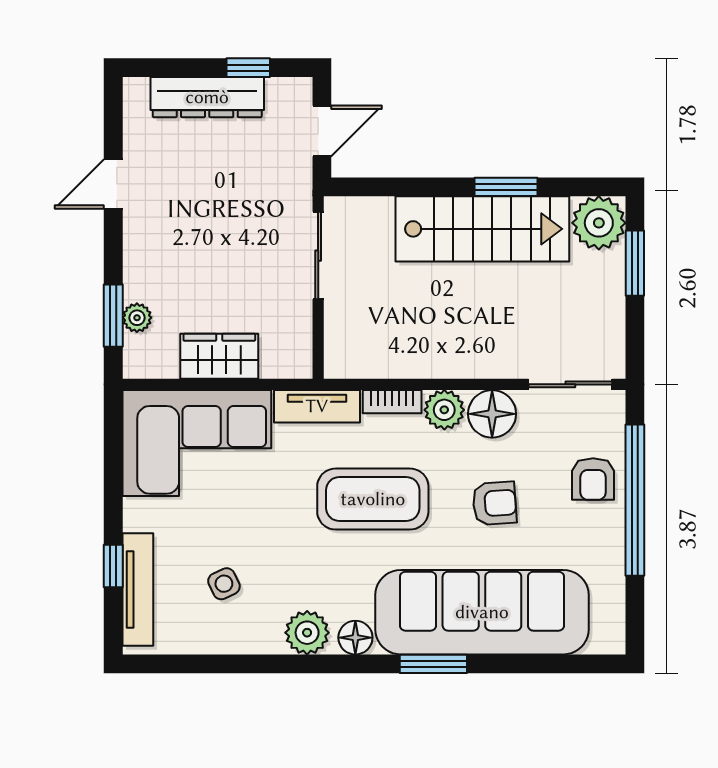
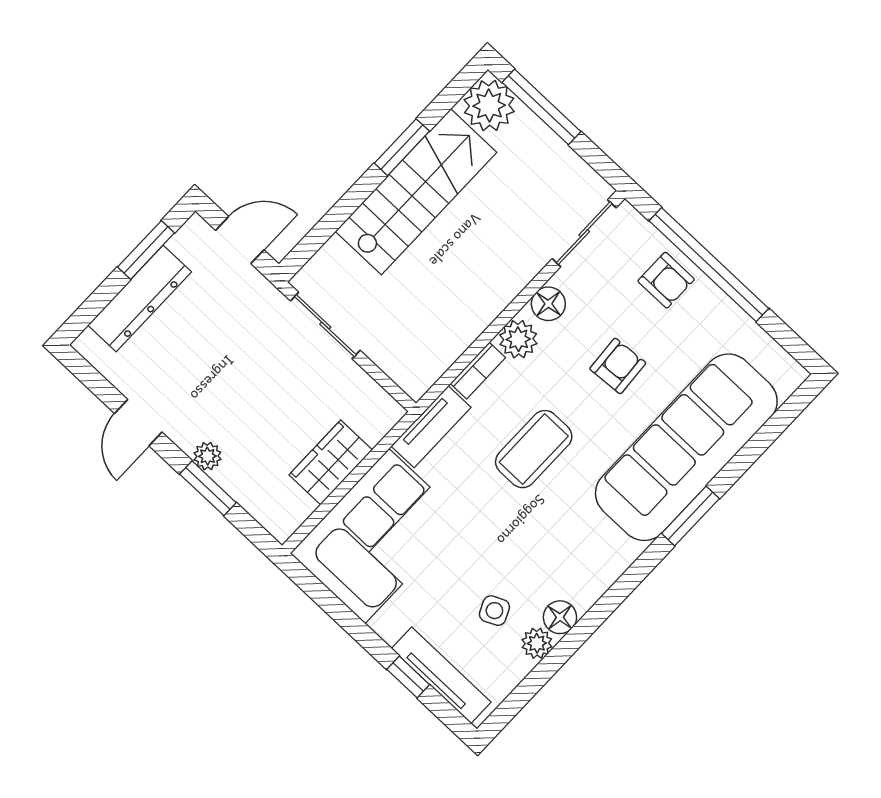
window: (248, 68) -> (146, 250), width x1.50
door: (322, 131) -> (240, 240), hinge flipped
window: (635, 263) -> (541, 107), width x1.44
window: (113, 316) -> (208, 488), moved
plant: (137, 318) -> (207, 456), moved
floor lamp: (492, 414) -> (548, 304), width x0.73, depth x0.73
coffee table: (373, 499) -> (534, 449), width x0.73, depth x0.76
plant: (307, 633) -> (537, 643), moved, width x0.73, depth x0.73
floor lamp: (355, 638) -> (560, 617), moved

